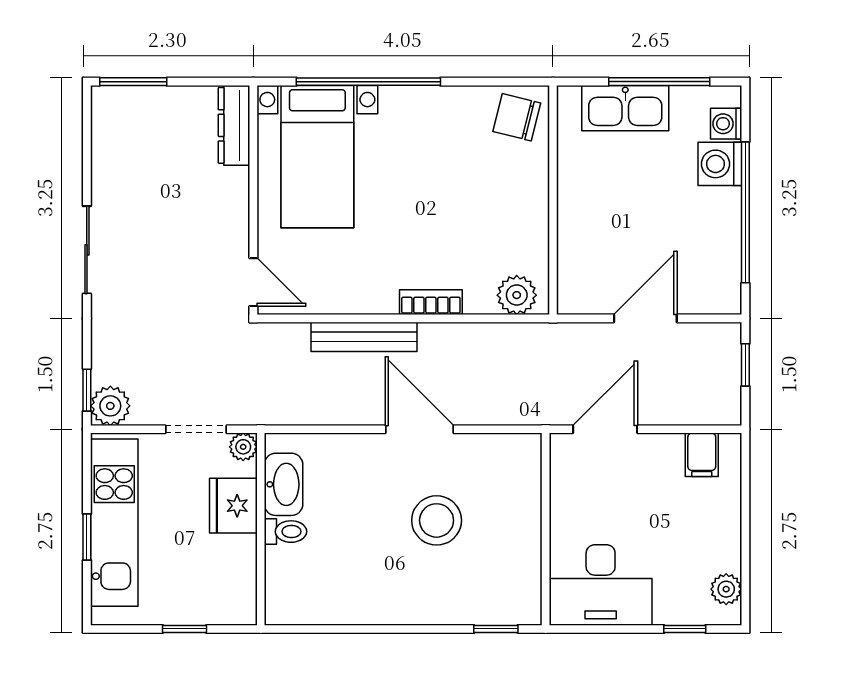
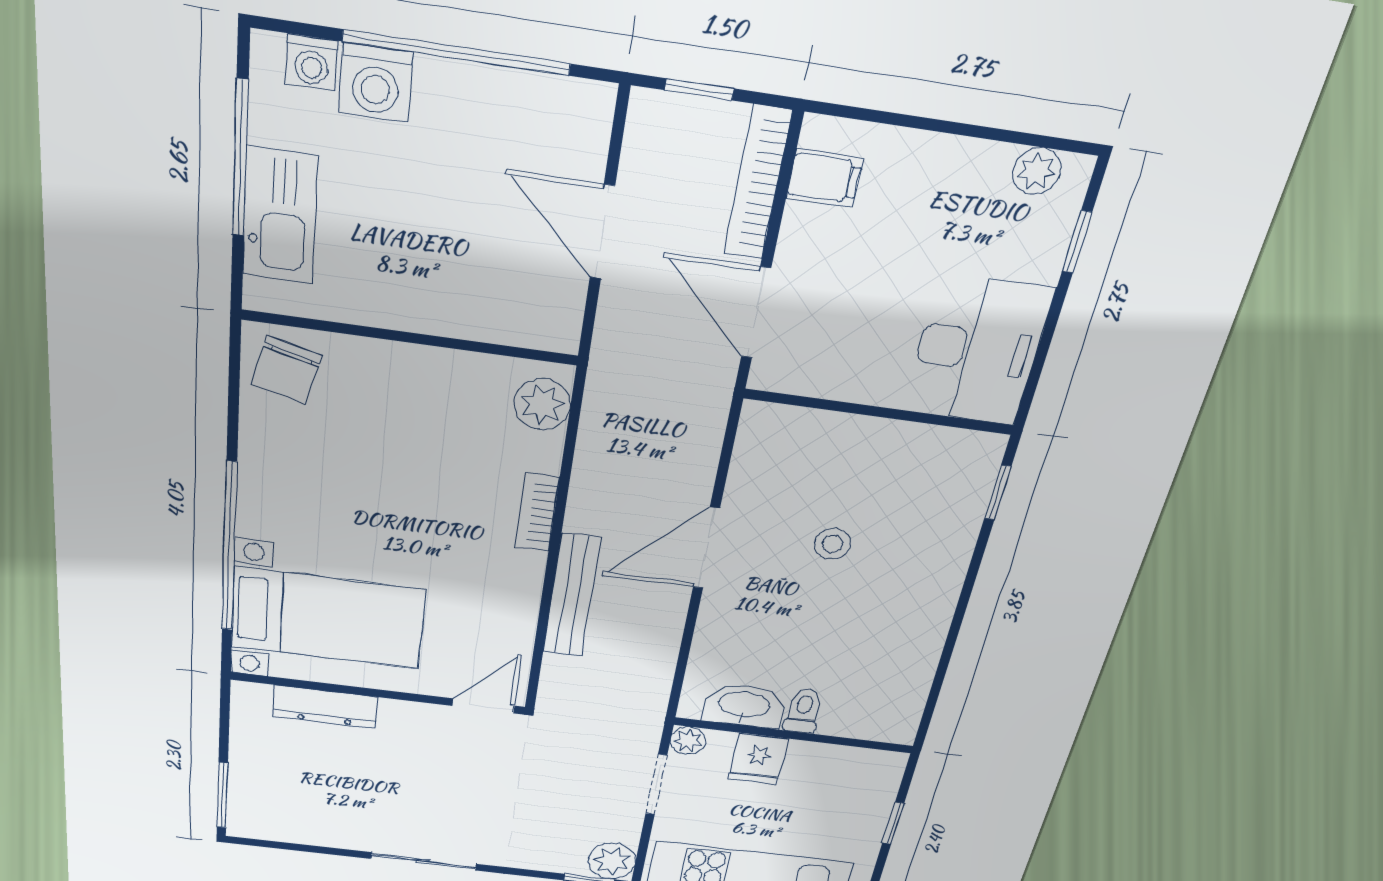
dresser: (234, 125) -> (325, 707), moved
bookcase: (692, 413) -> (758, 183), added
fridge: (233, 506) -> (758, 759), width x0.72
stool: (437, 520) -> (832, 544), width x0.53, depth x0.53

